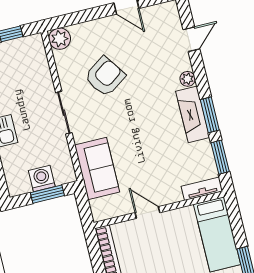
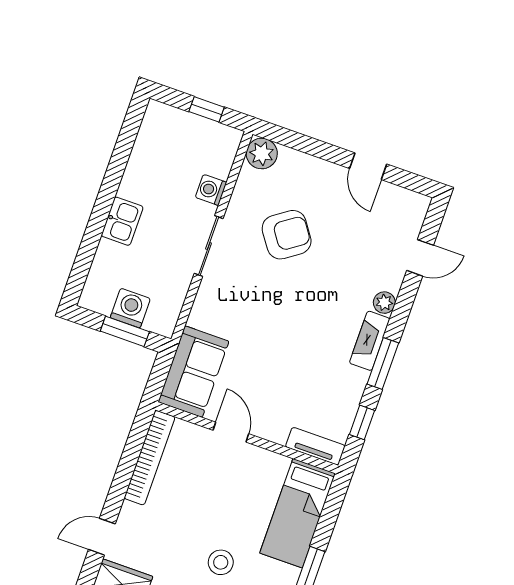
washing machine: (44, 79) -> (211, 190), added
fireplace: (193, 114) -> (370, 341), width x0.73, depth x0.76
window: (220, 157) -> (362, 422), width x0.67
sofa: (97, 169) -> (193, 372), moved

